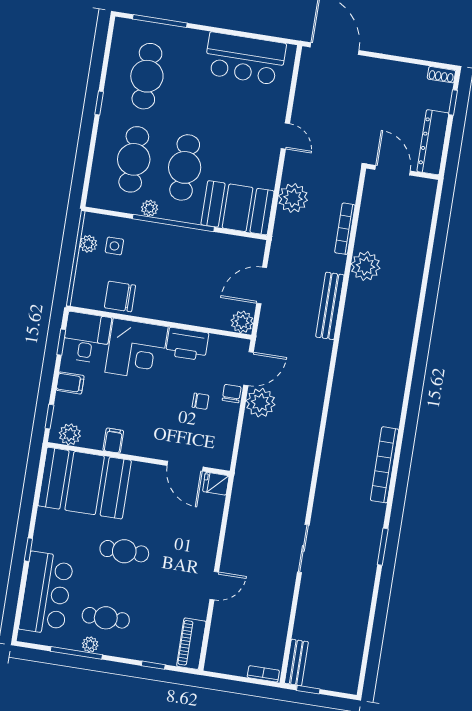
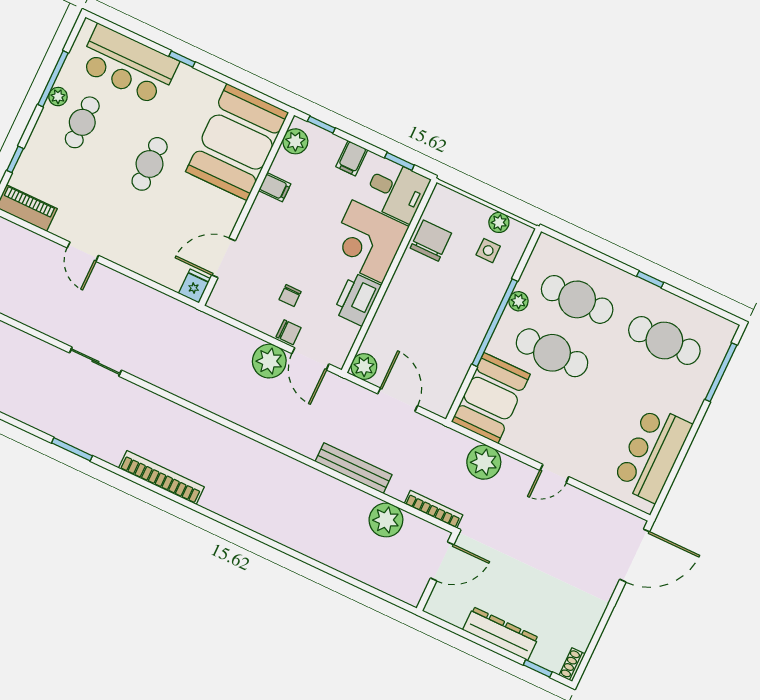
door: (393, 170) -> (442, 561), moved
wall: (403, 172) -> (437, 572), moved

